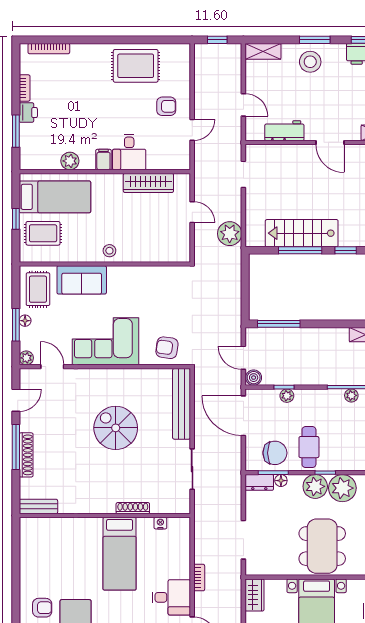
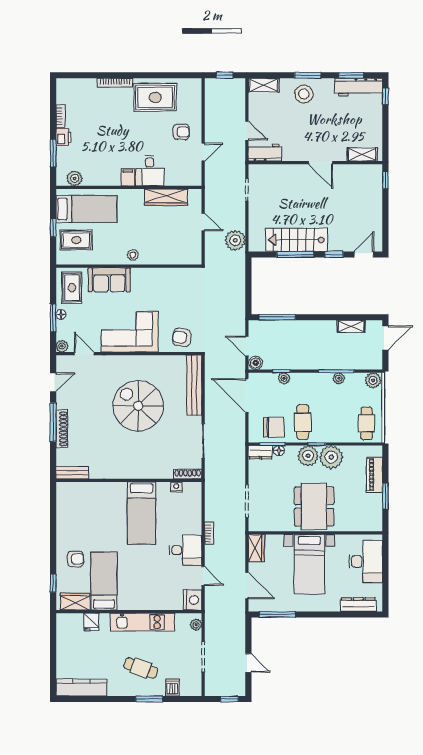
bookcase: (49, 49) -> (115, 83), moved
workbench: (284, 131) -> (265, 153), moved
plant: (70, 161) -> (75, 178), moved
spiral stairs: (116, 428) -> (138, 406), width x1.37, depth x1.37
shoe rack: (133, 508) -> (188, 474), moved

